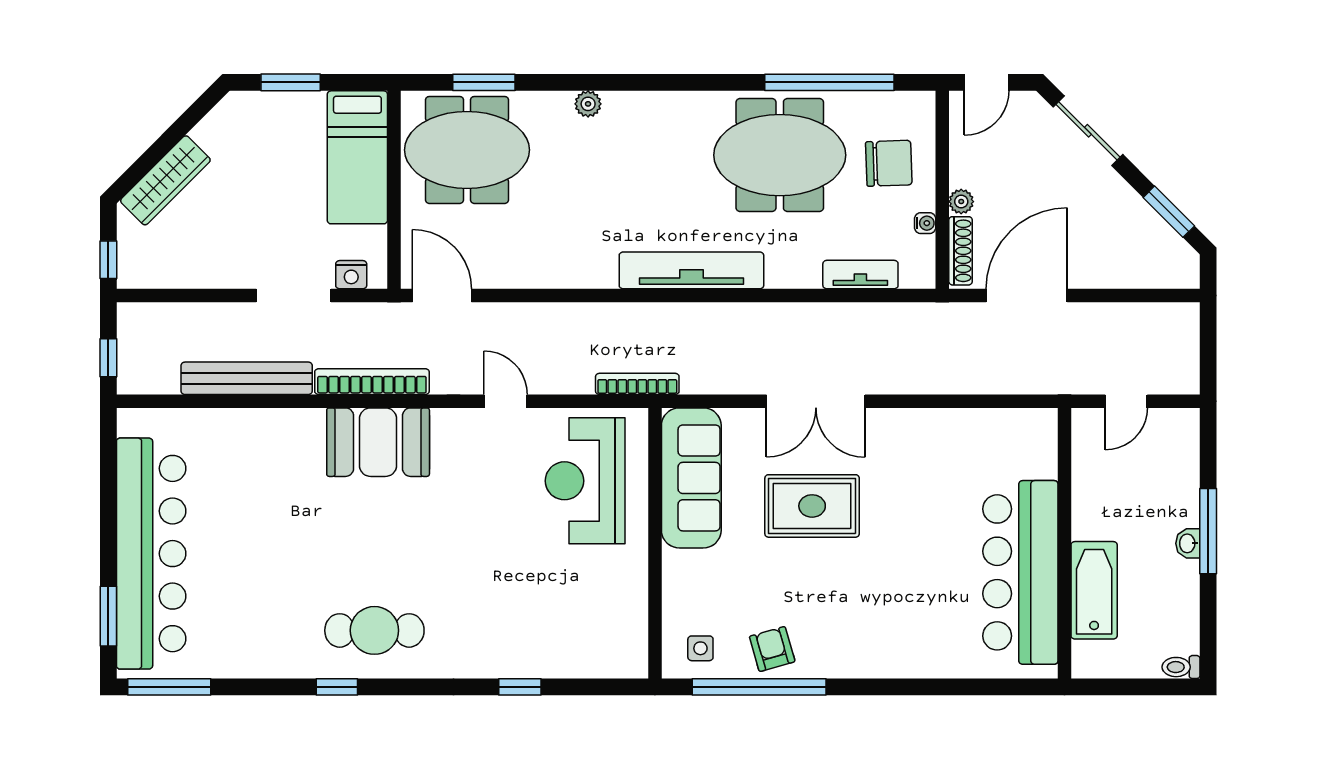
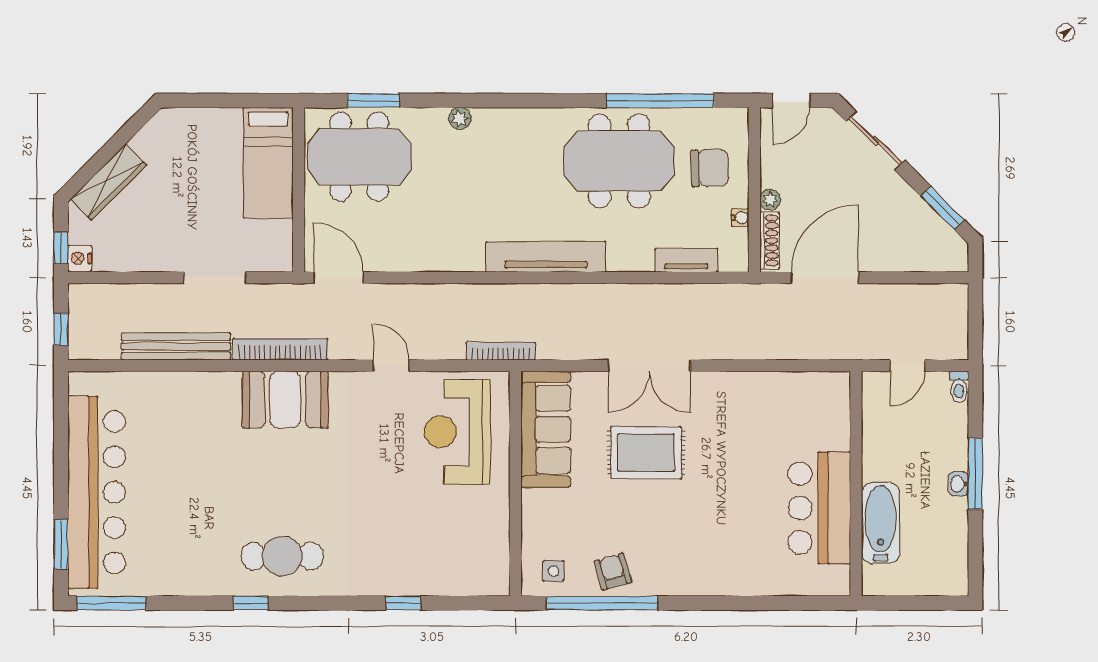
window: (291, 82) -> (213, 101), removed
nightstand: (351, 275) -> (80, 258), moved, turned 90
bar counter: (1020, 572) -> (819, 508), width x0.73
toilet: (1181, 667) -> (959, 387), moved, turned -90

